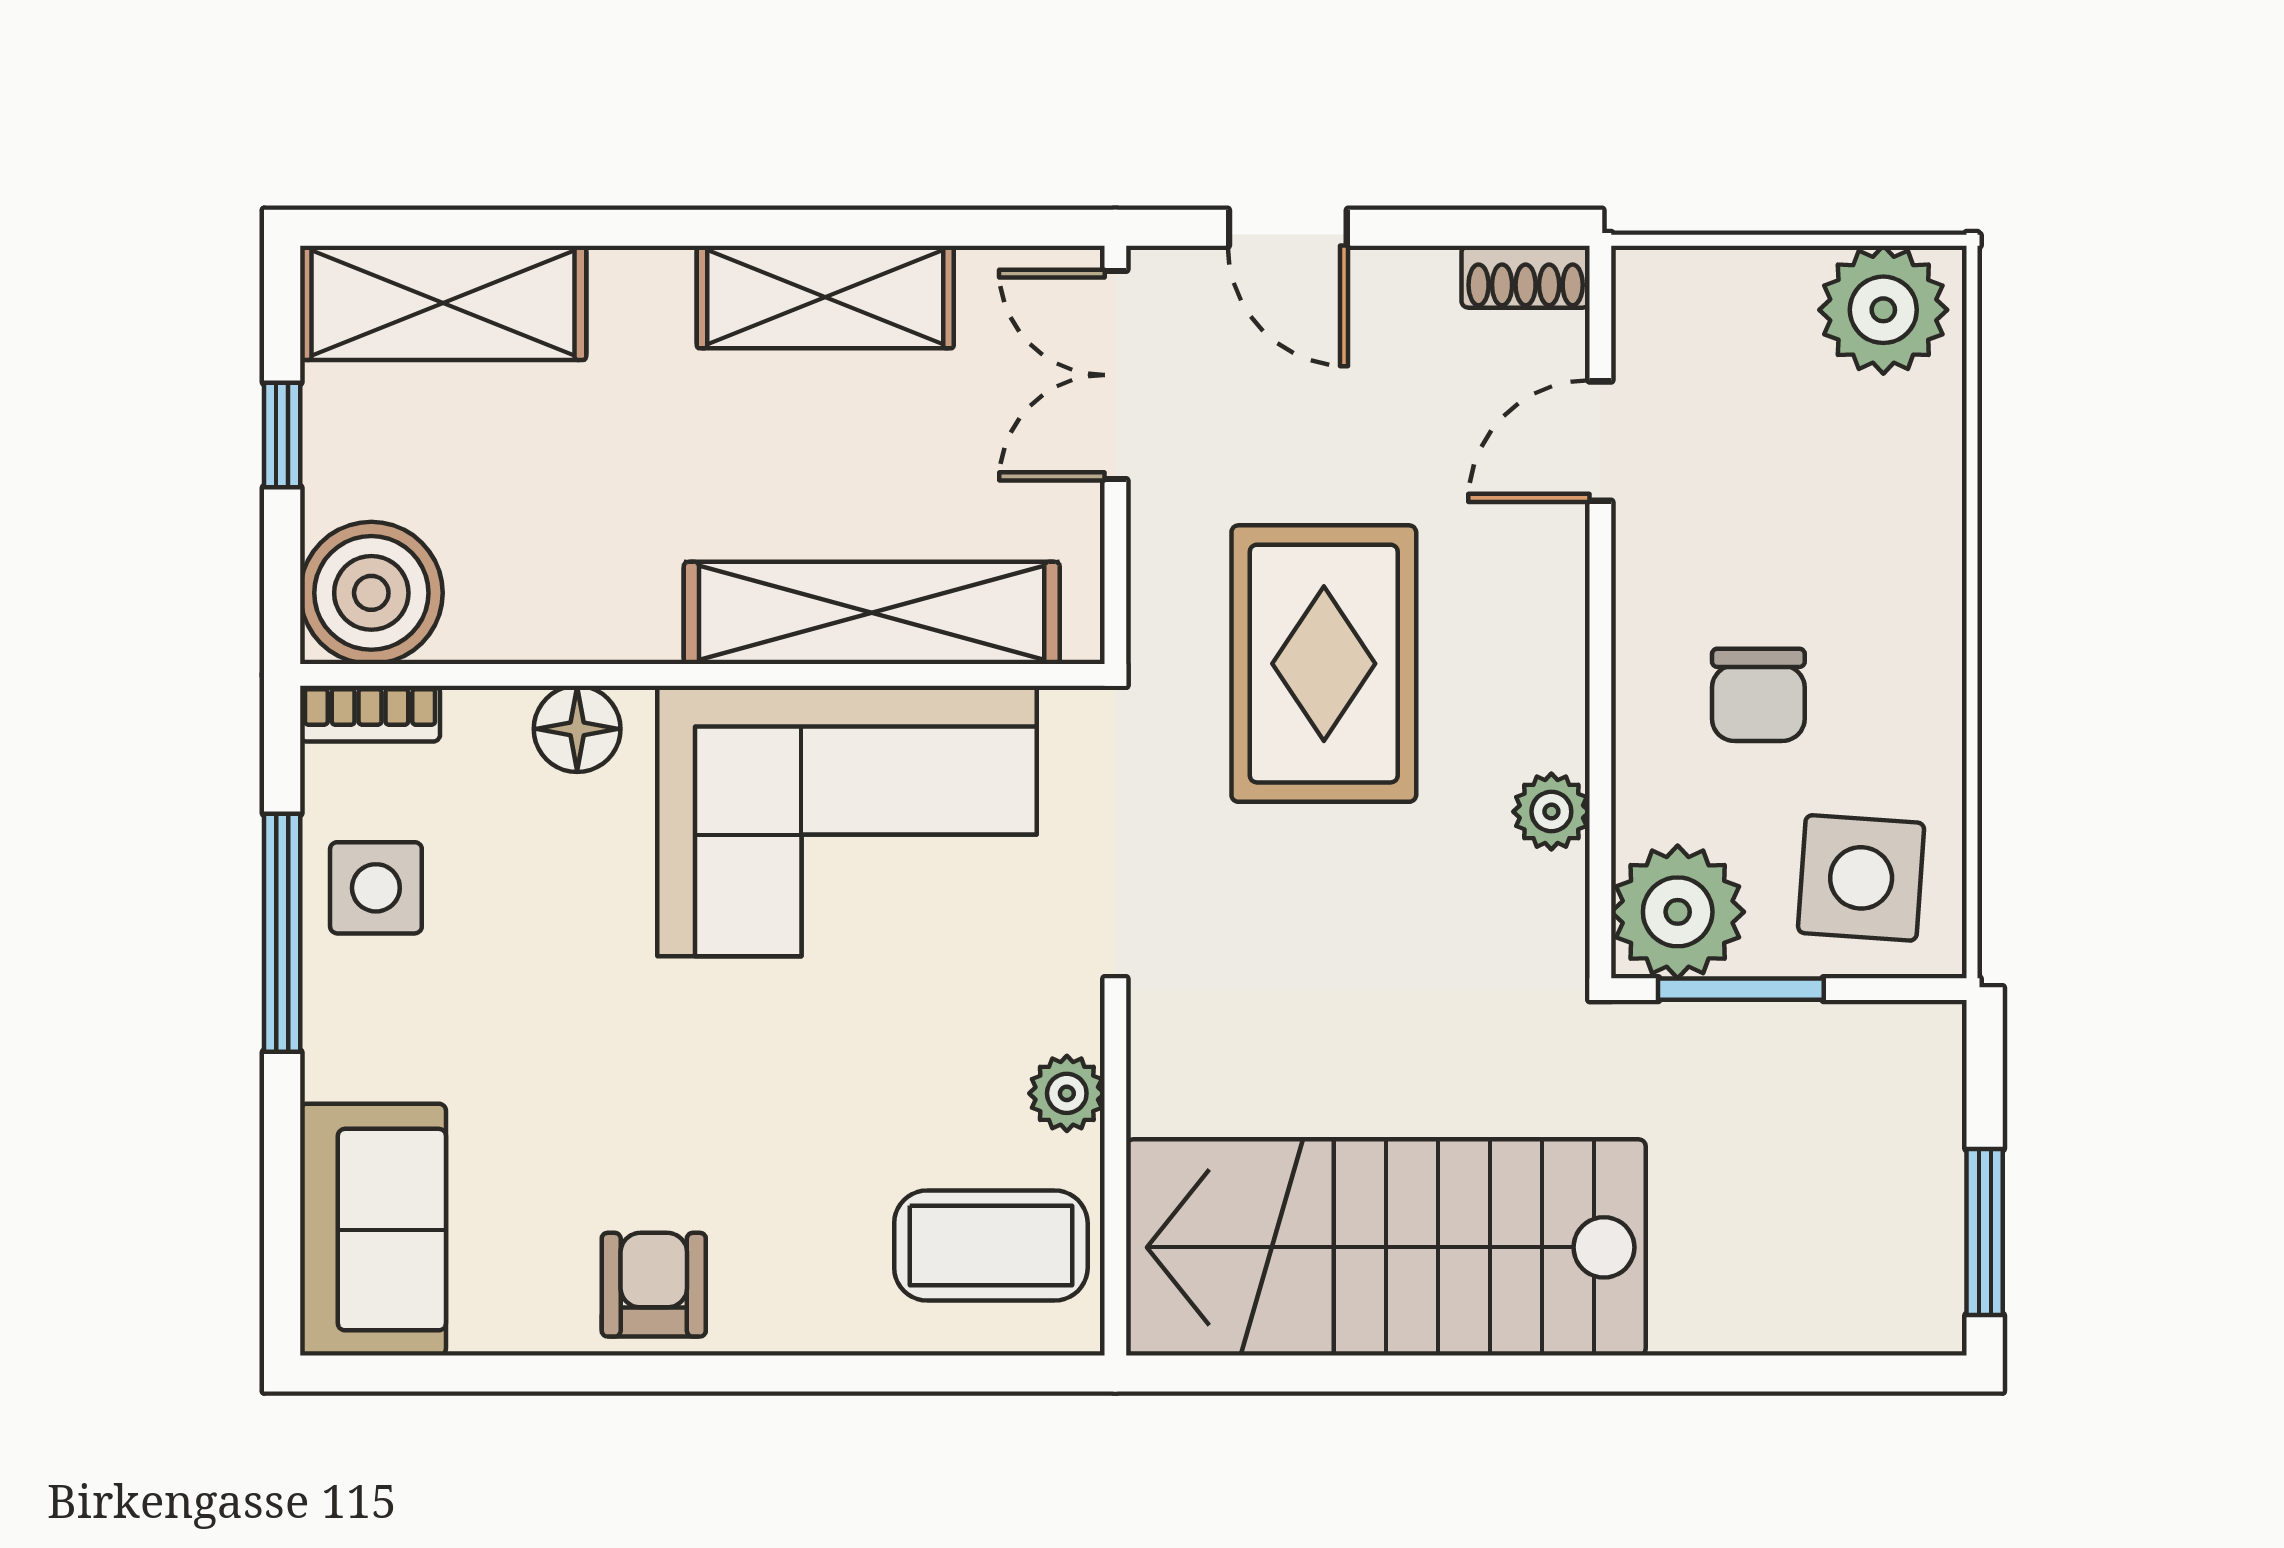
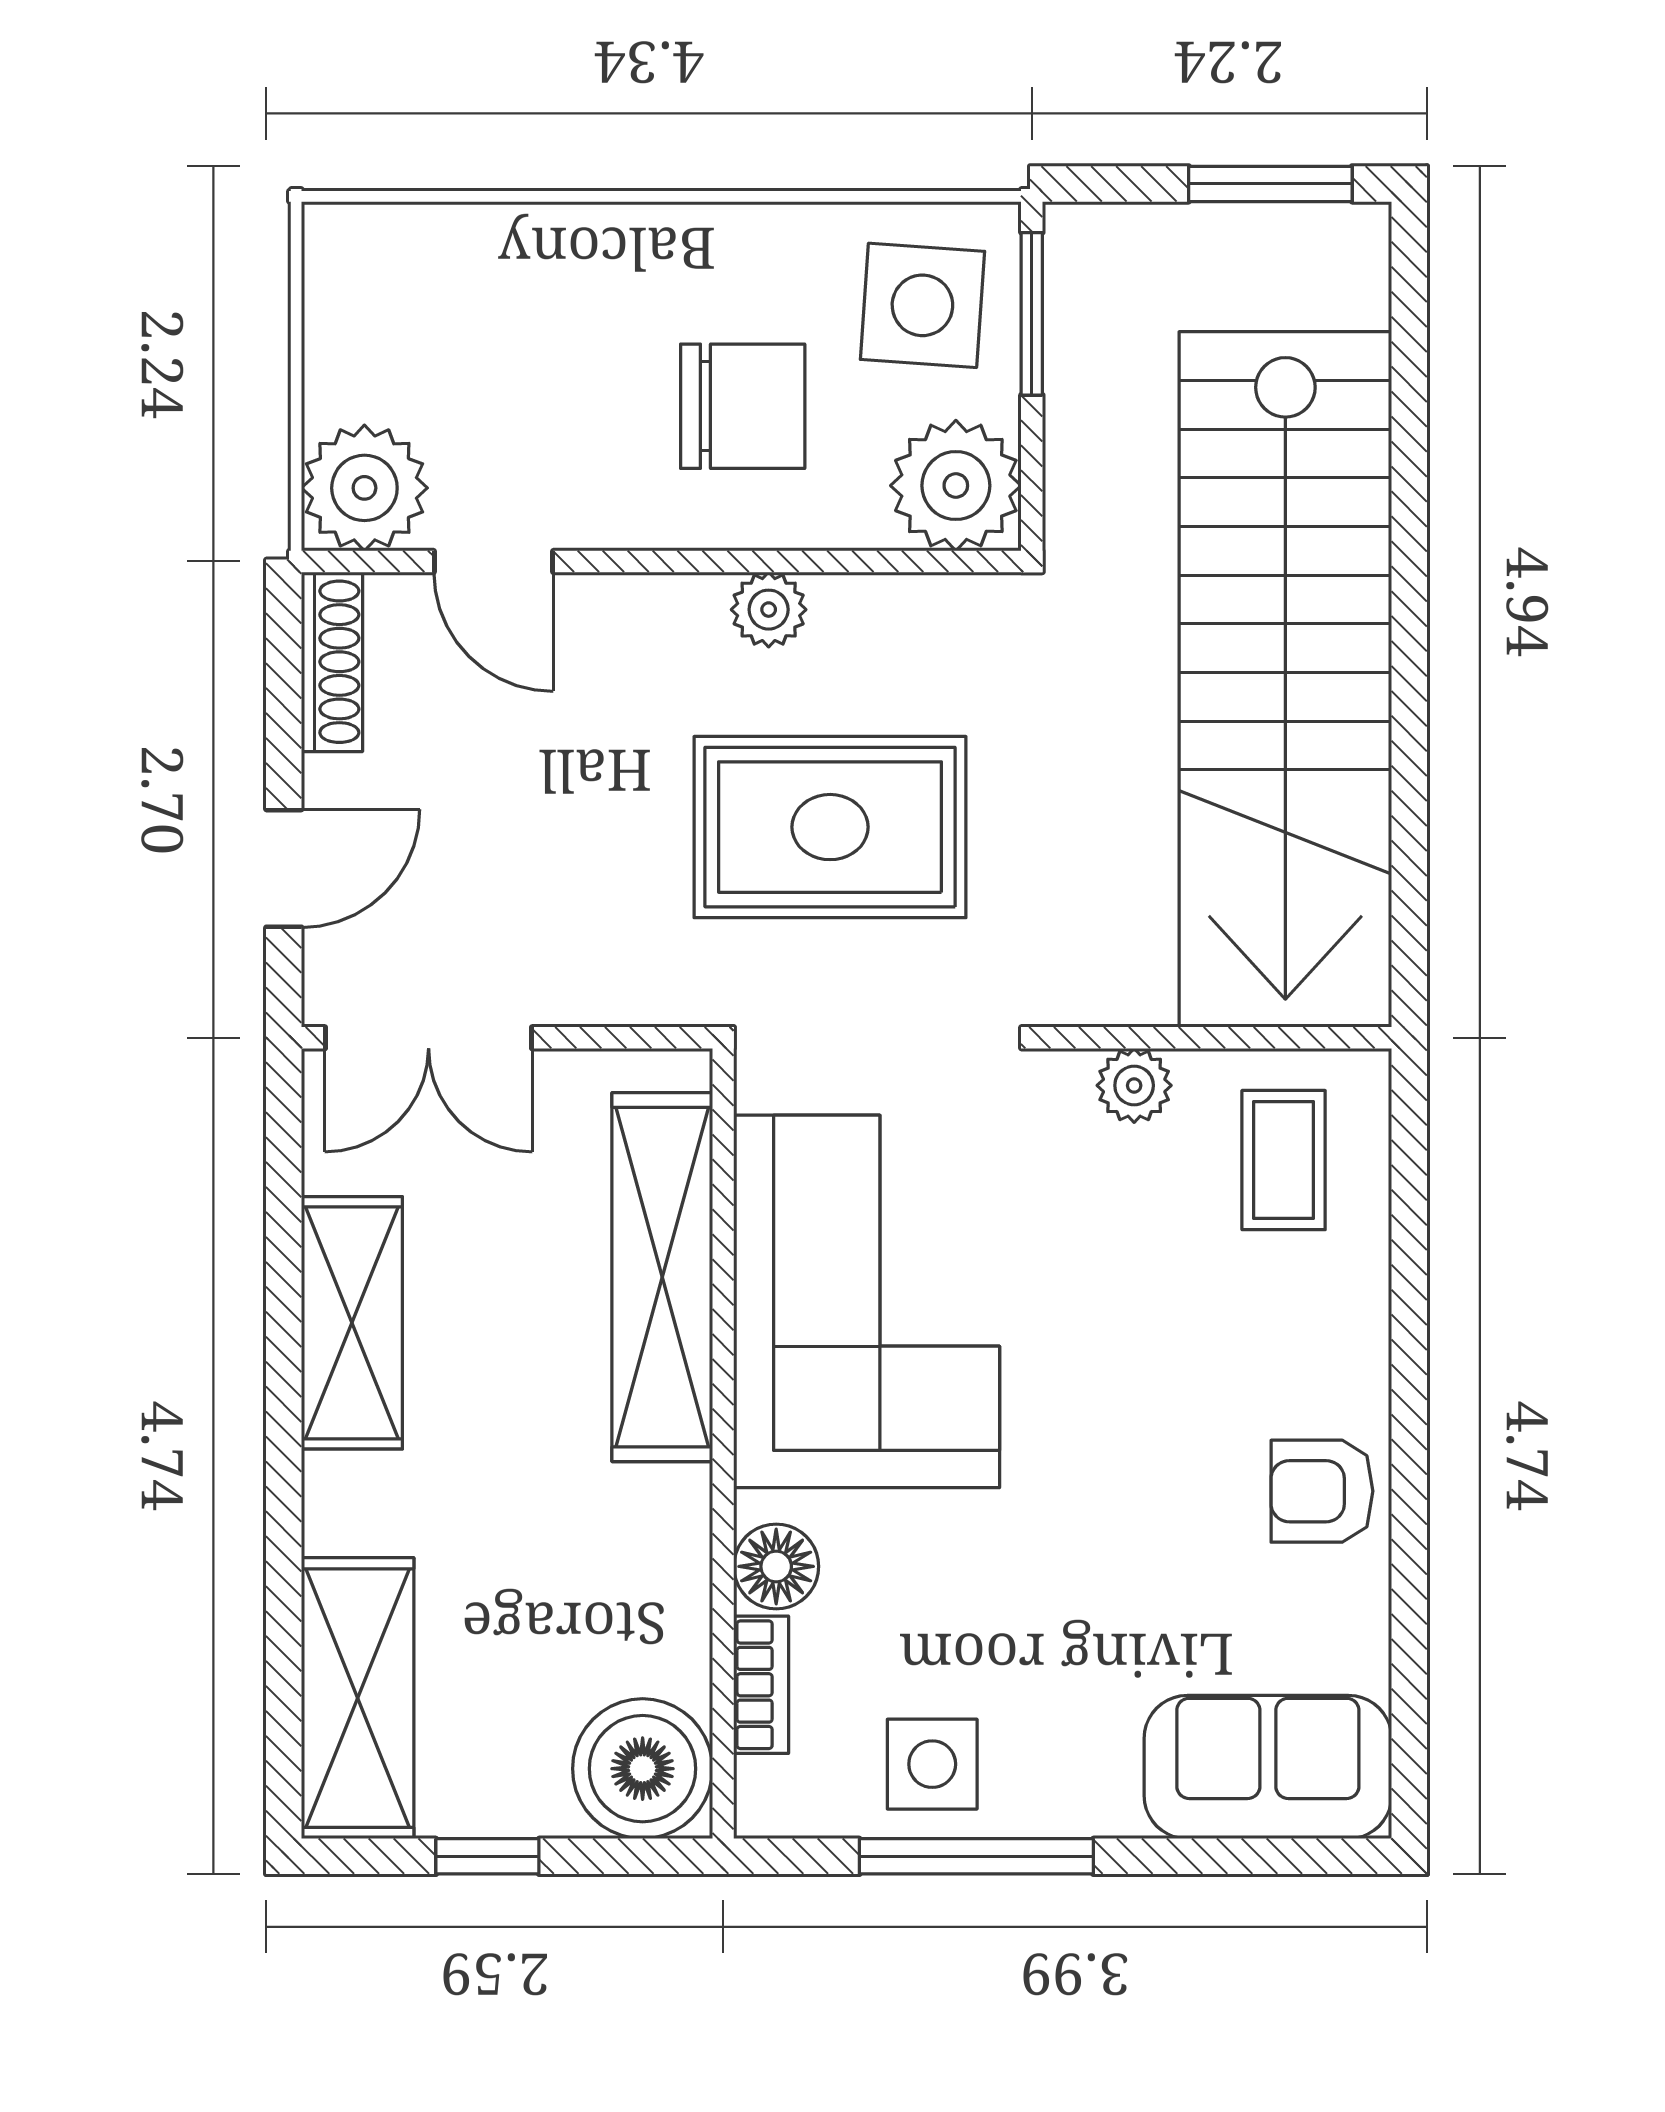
shoe rack: (1526, 277) -> (332, 662), width x1.43
plant: (1883, 310) -> (364, 488), moved
rug: (1324, 664) -> (830, 827), moved
chair: (1758, 695) -> (743, 406), width x1.37, depth x1.37
bookcase: (370, 714) -> (761, 1685), moved
plant: (1551, 812) -> (769, 610), moved
window: (1741, 989) -> (1032, 314), moved
coffee table: (991, 1246) -> (1284, 1160), width x0.73, depth x0.77
stairs: (1386, 1247) -> (1285, 679), width x1.36

